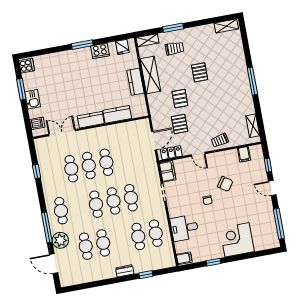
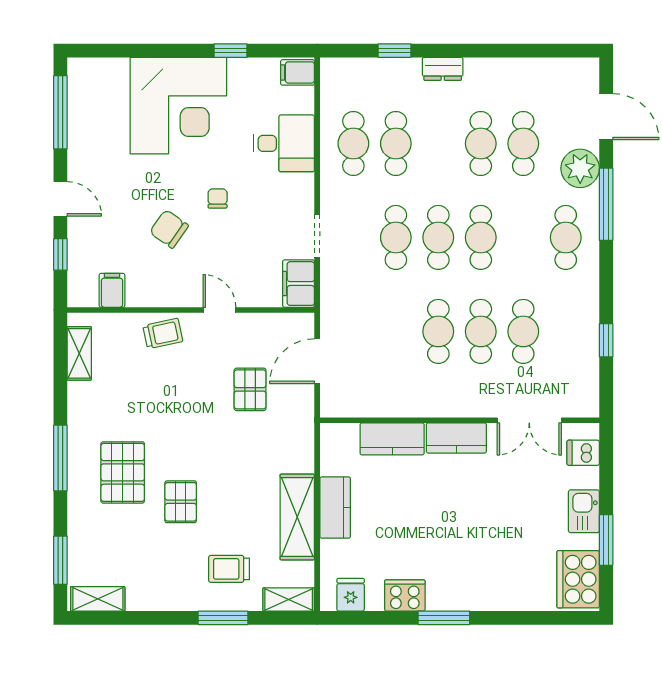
window: (245, 39) -> (60, 560), added
cooker: (27, 66) -> (578, 579), width x1.87, depth x1.31
pallet: (180, 99) -> (123, 472), moved, width x1.50, depth x1.42
locker: (171, 153) -> (282, 326), removed
corner desk: (237, 240) -> (178, 106), width x1.36, depth x1.36

